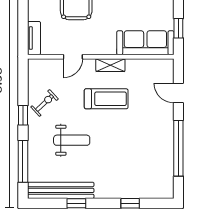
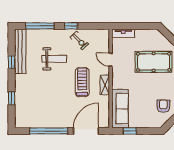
door: (178, 93) -> (86, 131), width x1.88
treadmill: (106, 99) -> (82, 82), turned 180
weight bench: (72, 140) -> (54, 59), turned -90

